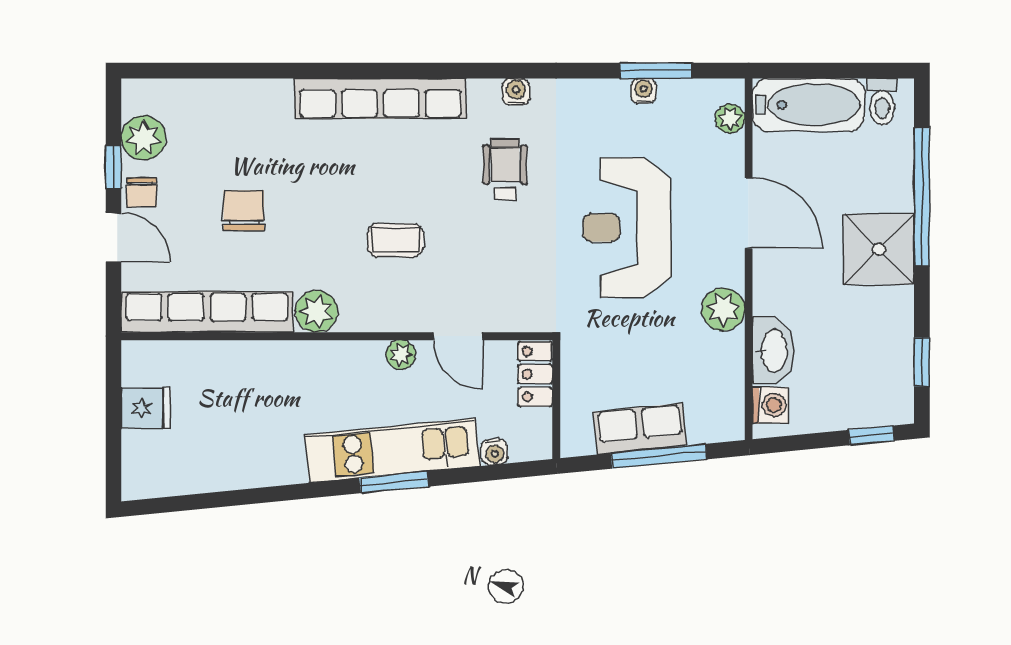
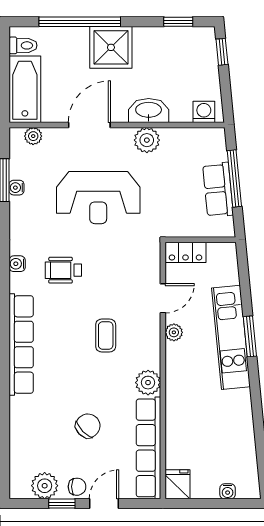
chair: (244, 210) -> (88, 426), turned 136
washbasin: (773, 350) -> (149, 111), moved
fridge: (146, 408) -> (177, 484), moved
water cooler: (494, 452) -> (228, 491), moved, turned 96

